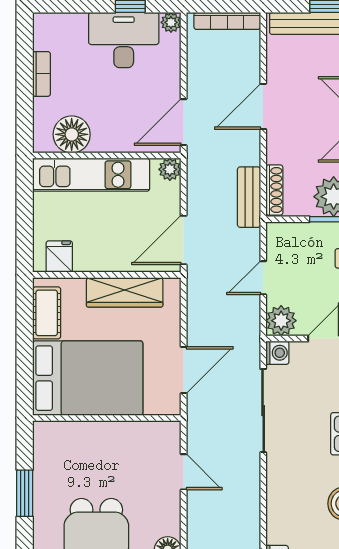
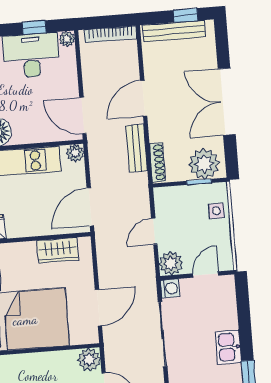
door: (184, 122) -> (83, 115), hinge flipped
bench: (249, 197) -> (137, 148), moved
wardrobe: (125, 292) -> (58, 250), width x0.67
plant: (166, 435) -> (89, 359), added

